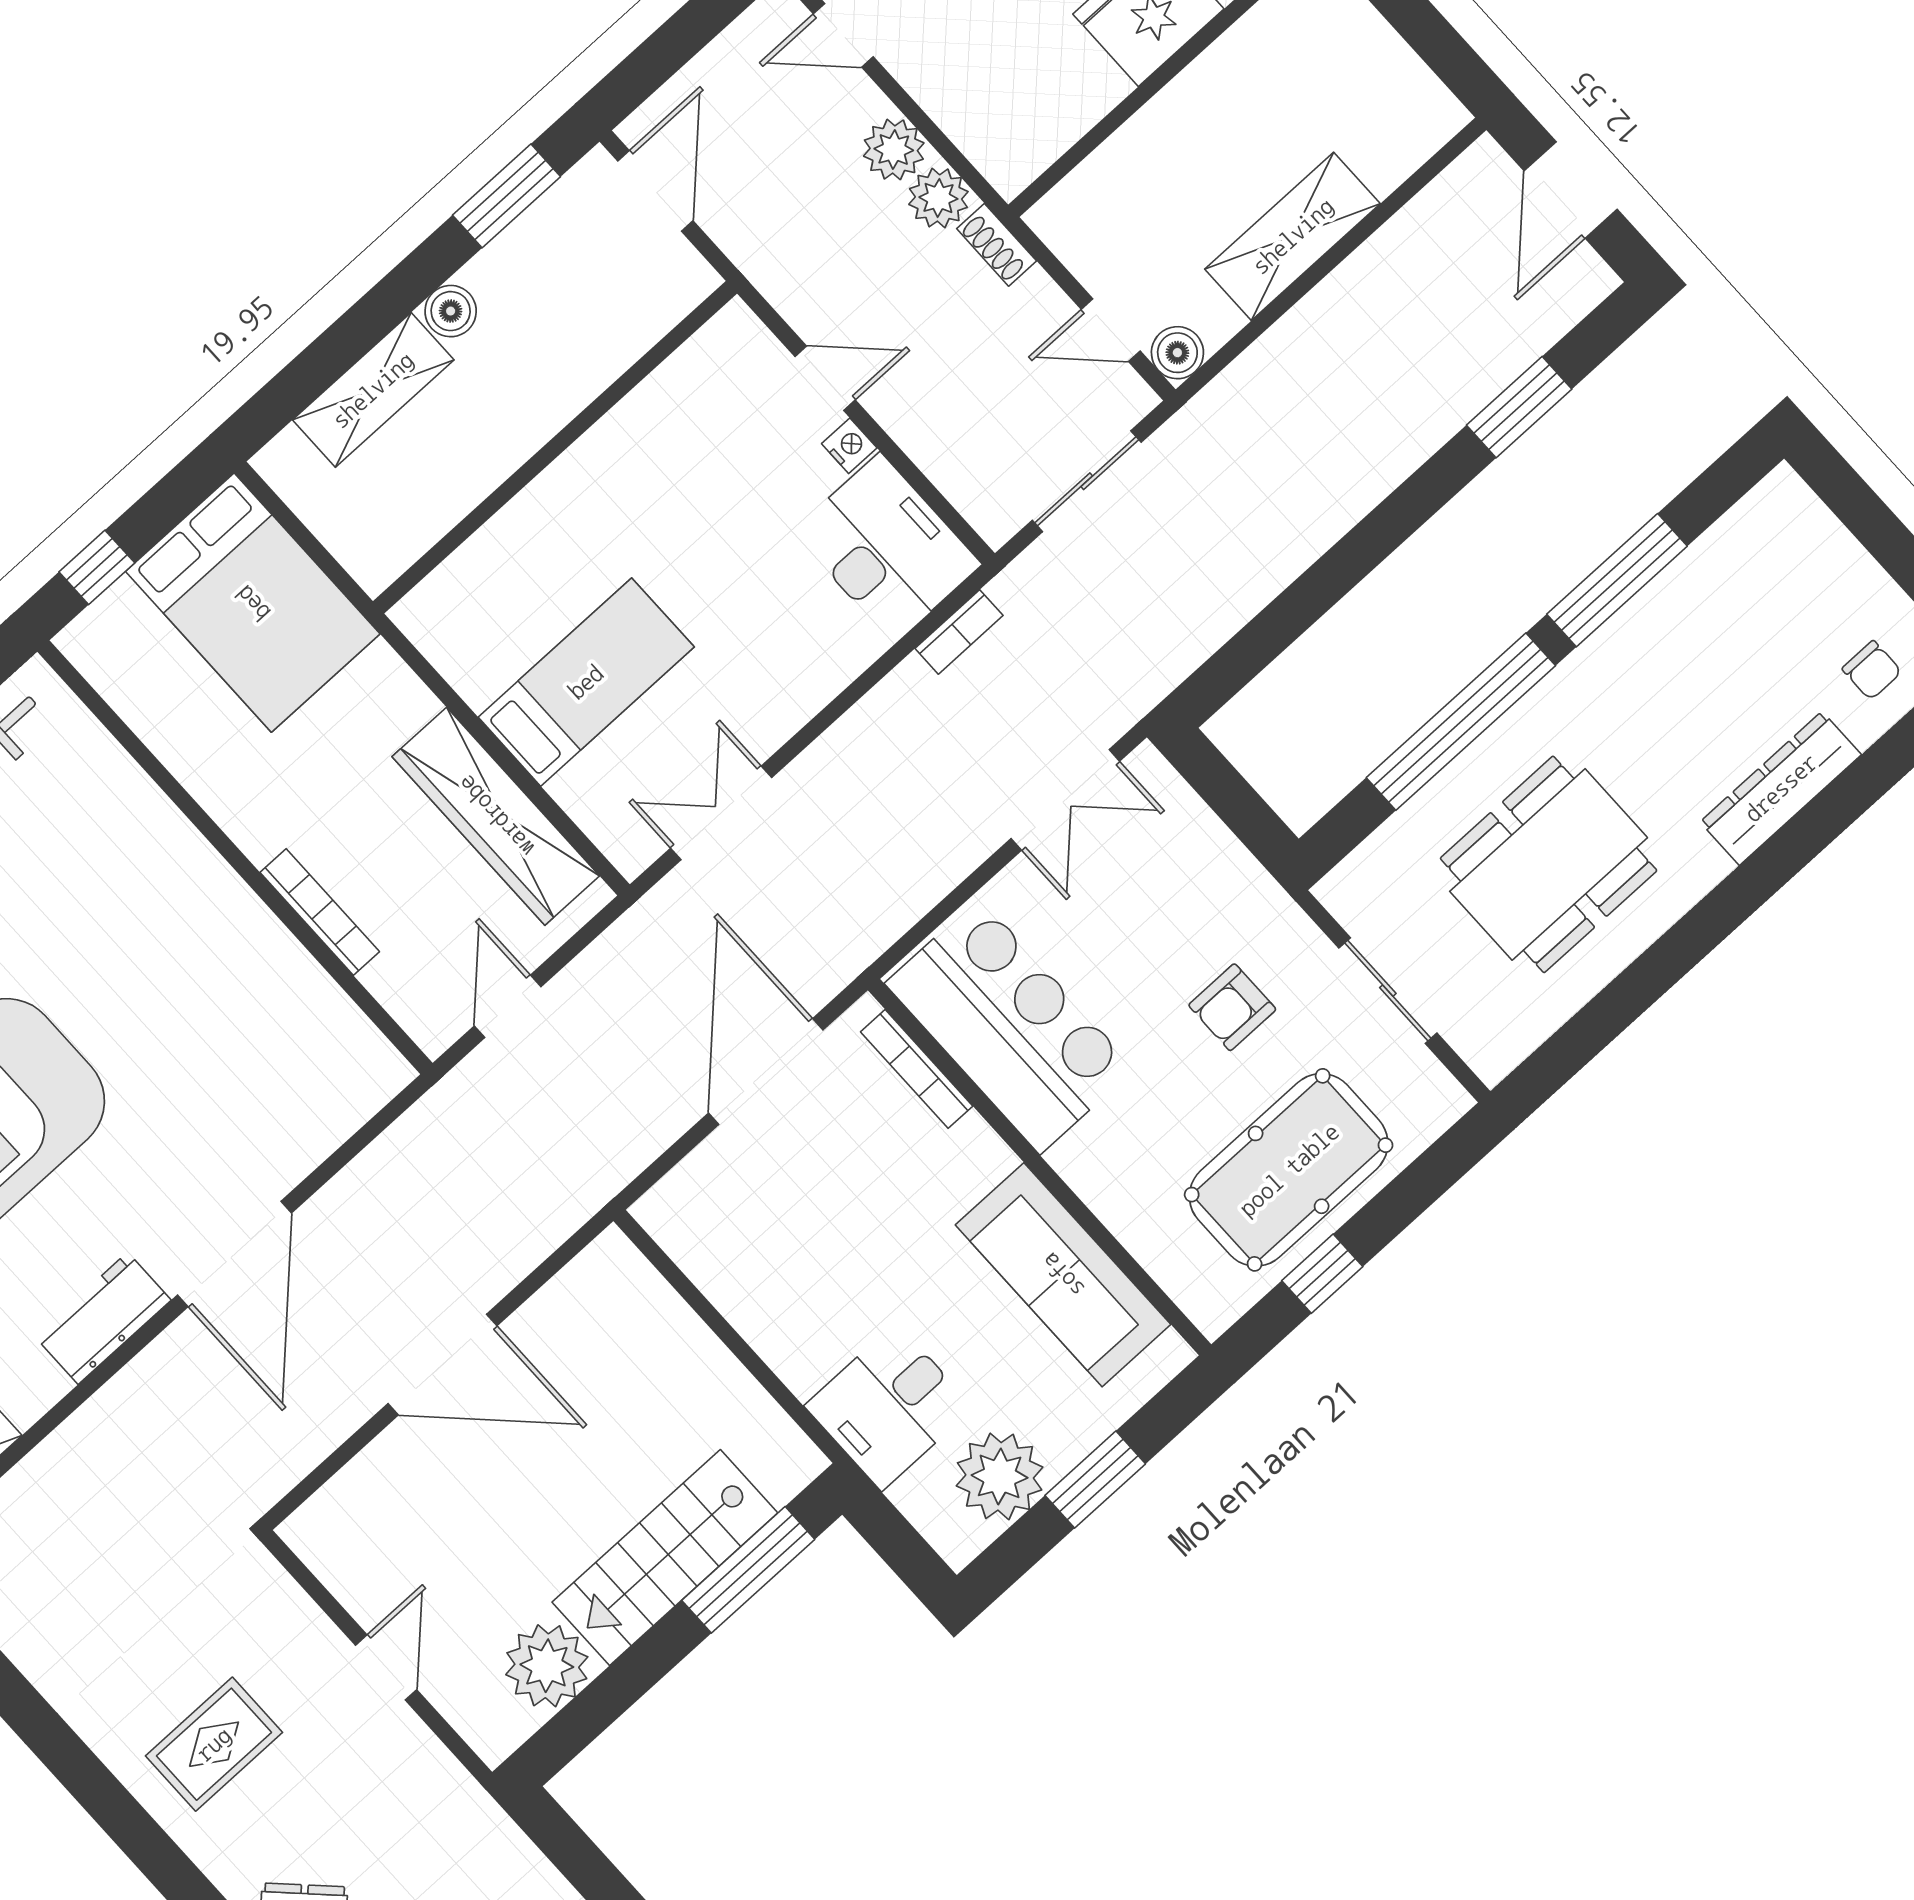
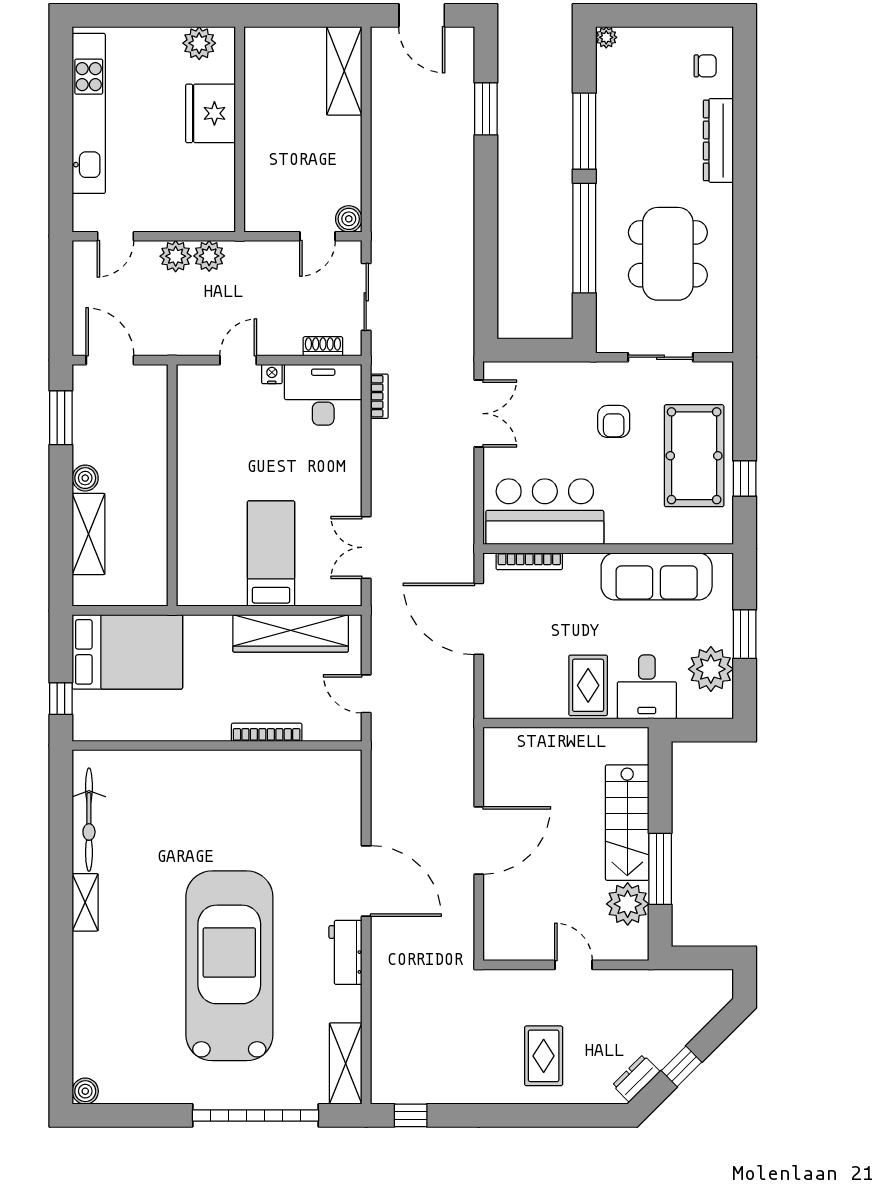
shelving: (1293, 236) -> (344, 71), moved
shoe rack: (997, 245) -> (323, 346), moved, turned 180
plant: (1783, 488) -> (606, 37), added
rug: (813, 1319) -> (588, 685), added
window: (748, 1570) -> (660, 869), moved

